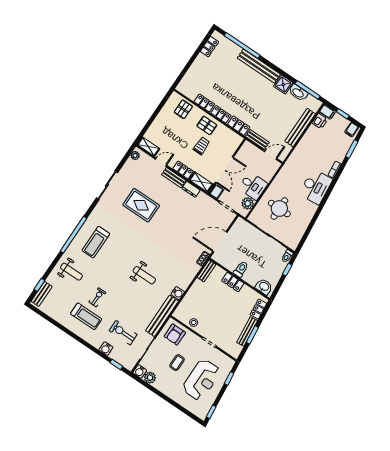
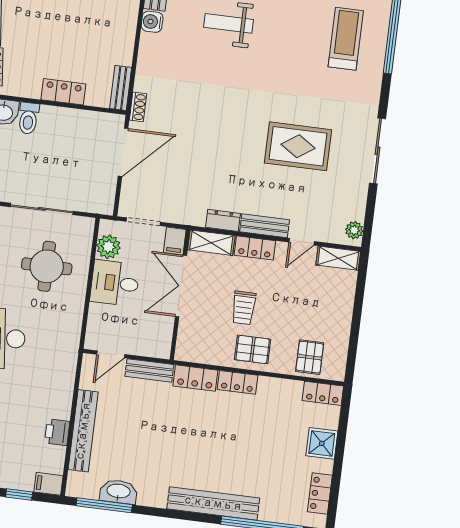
shower: (283, 85) -> (322, 443), moved
locker: (204, 103) -> (323, 393), moved
printer: (320, 121) -> (57, 432), moved
toilet: (241, 269) -> (28, 118), moved

